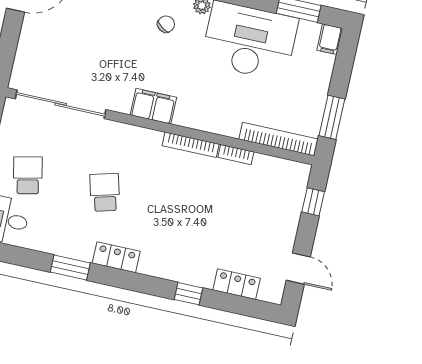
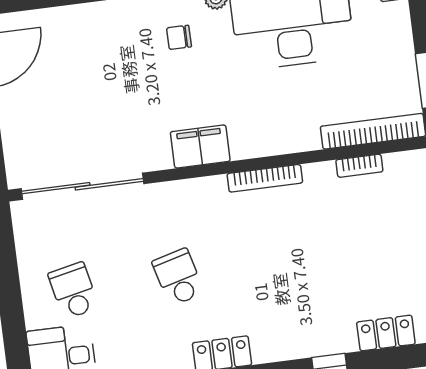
chair: (166, 24) -> (179, 37), turned -125
bookcase: (236, 155) -> (359, 166), moved

